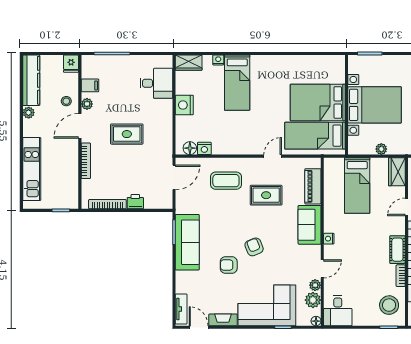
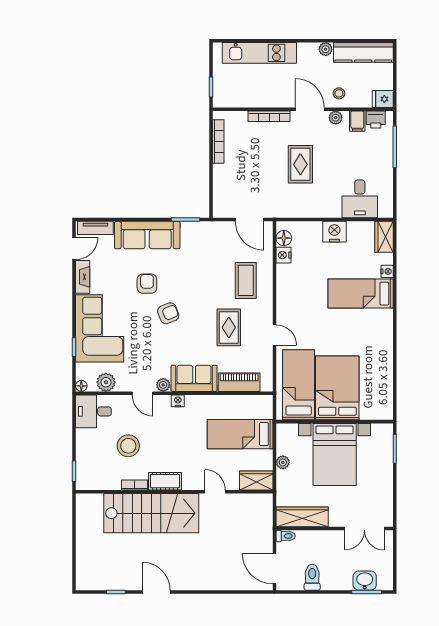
printer: (135, 202) -> (376, 119), moved, turned 90
sofa: (187, 242) -> (147, 235), moved
plant: (315, 285) -> (163, 385), moved
stool: (389, 305) -> (128, 446), moved

